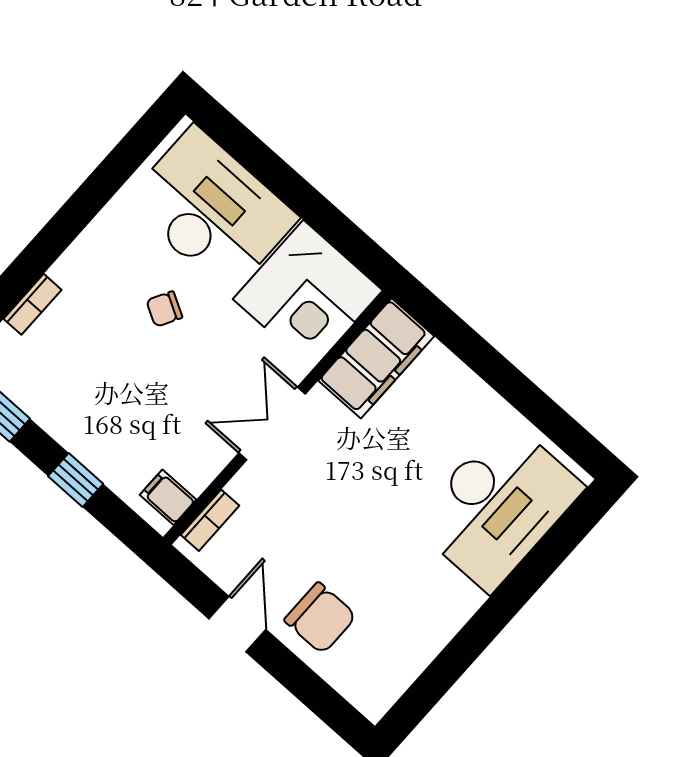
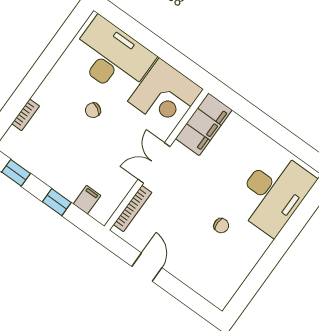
filing cabinet: (168, 497) -> (87, 200), moved, turned 90
bookcase: (210, 520) -> (133, 208), width x1.56
chair: (320, 618) -> (221, 226), moved, width x0.54, depth x0.54

